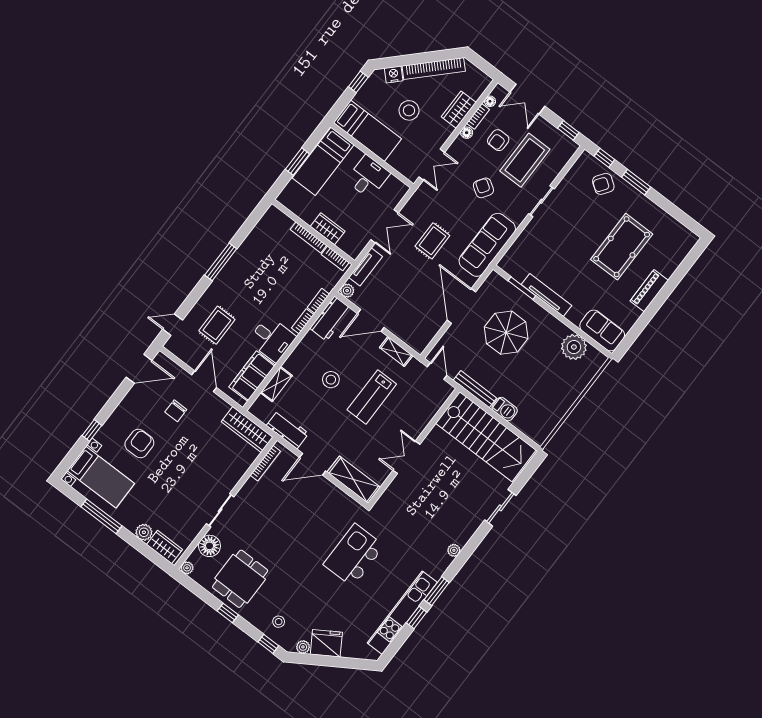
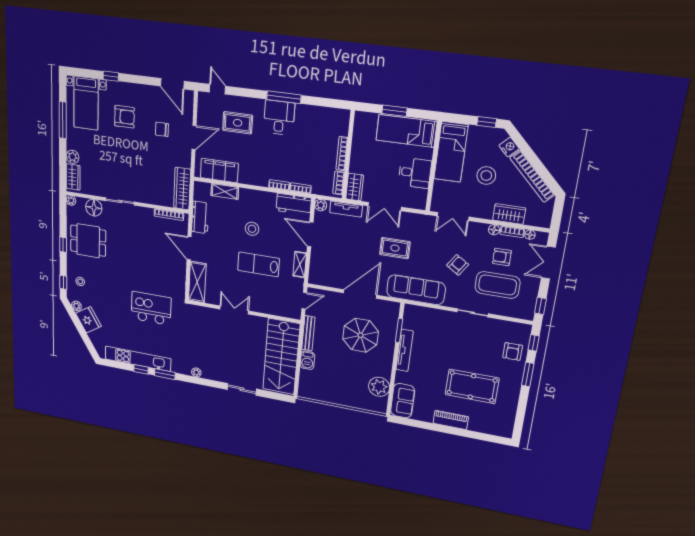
armchair: (603, 184) -> (513, 352), turned -125
wardrobe: (328, 229) -> (355, 187), moved
desk: (272, 339) -> (279, 118), moved, turned 180

